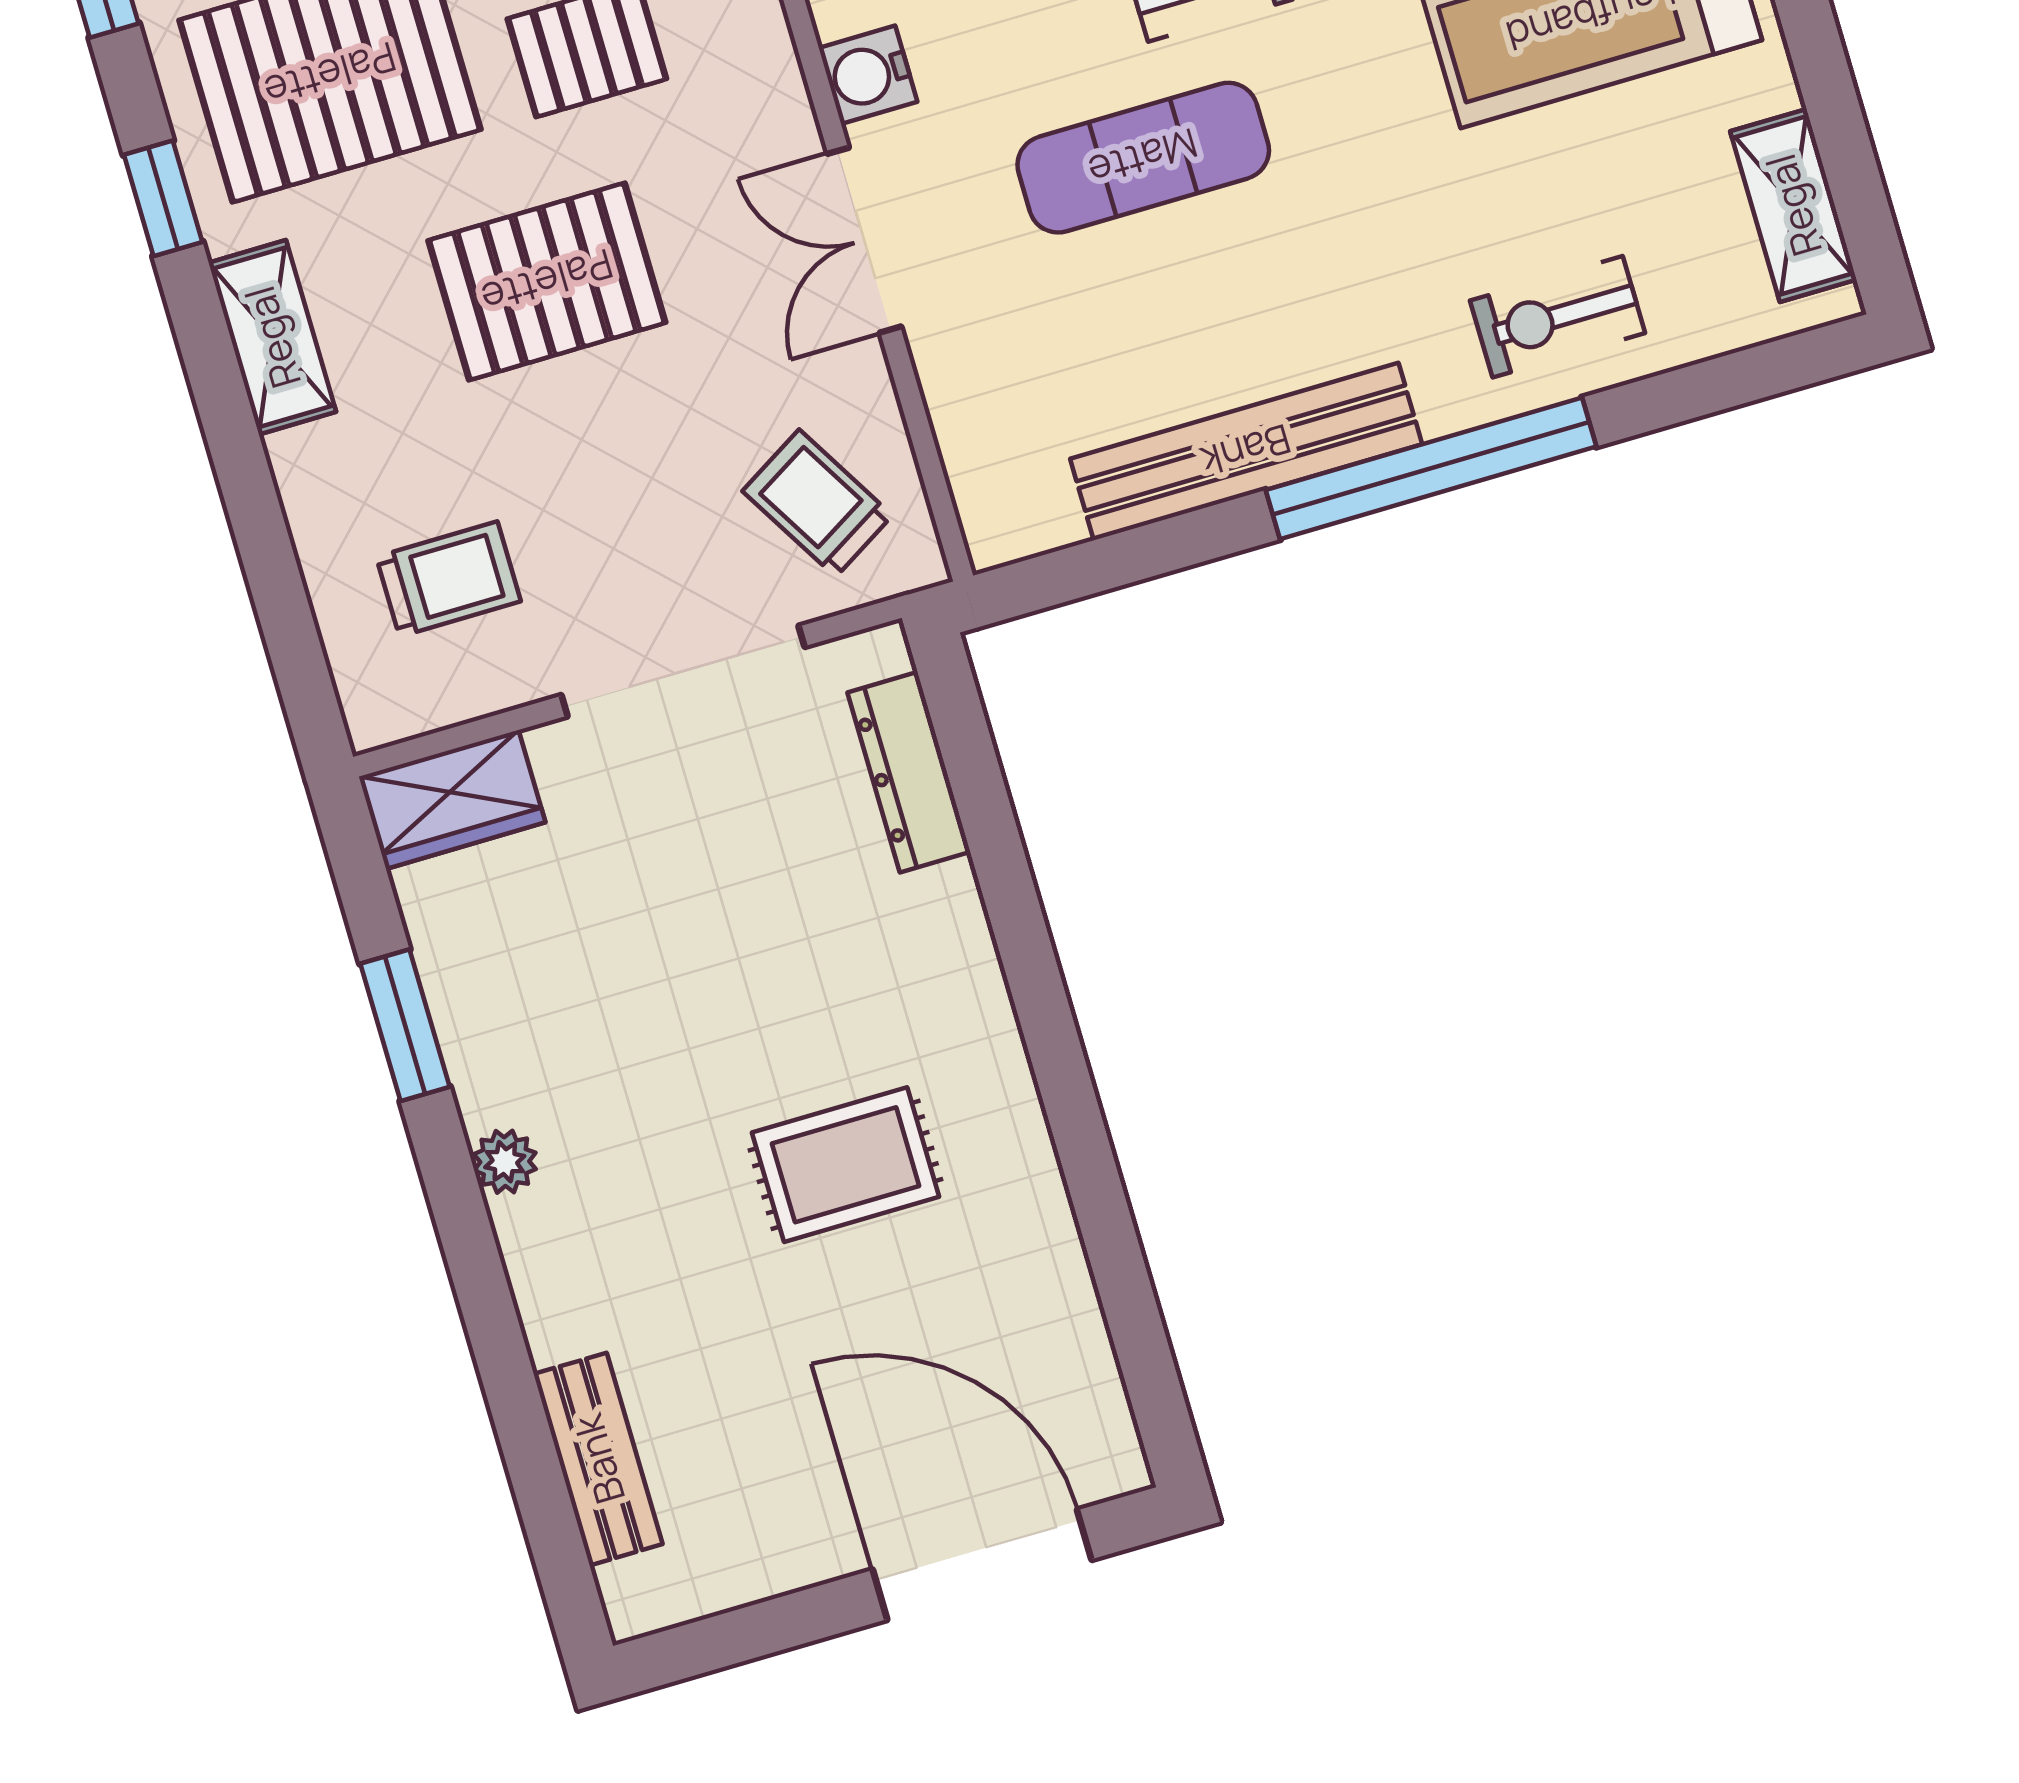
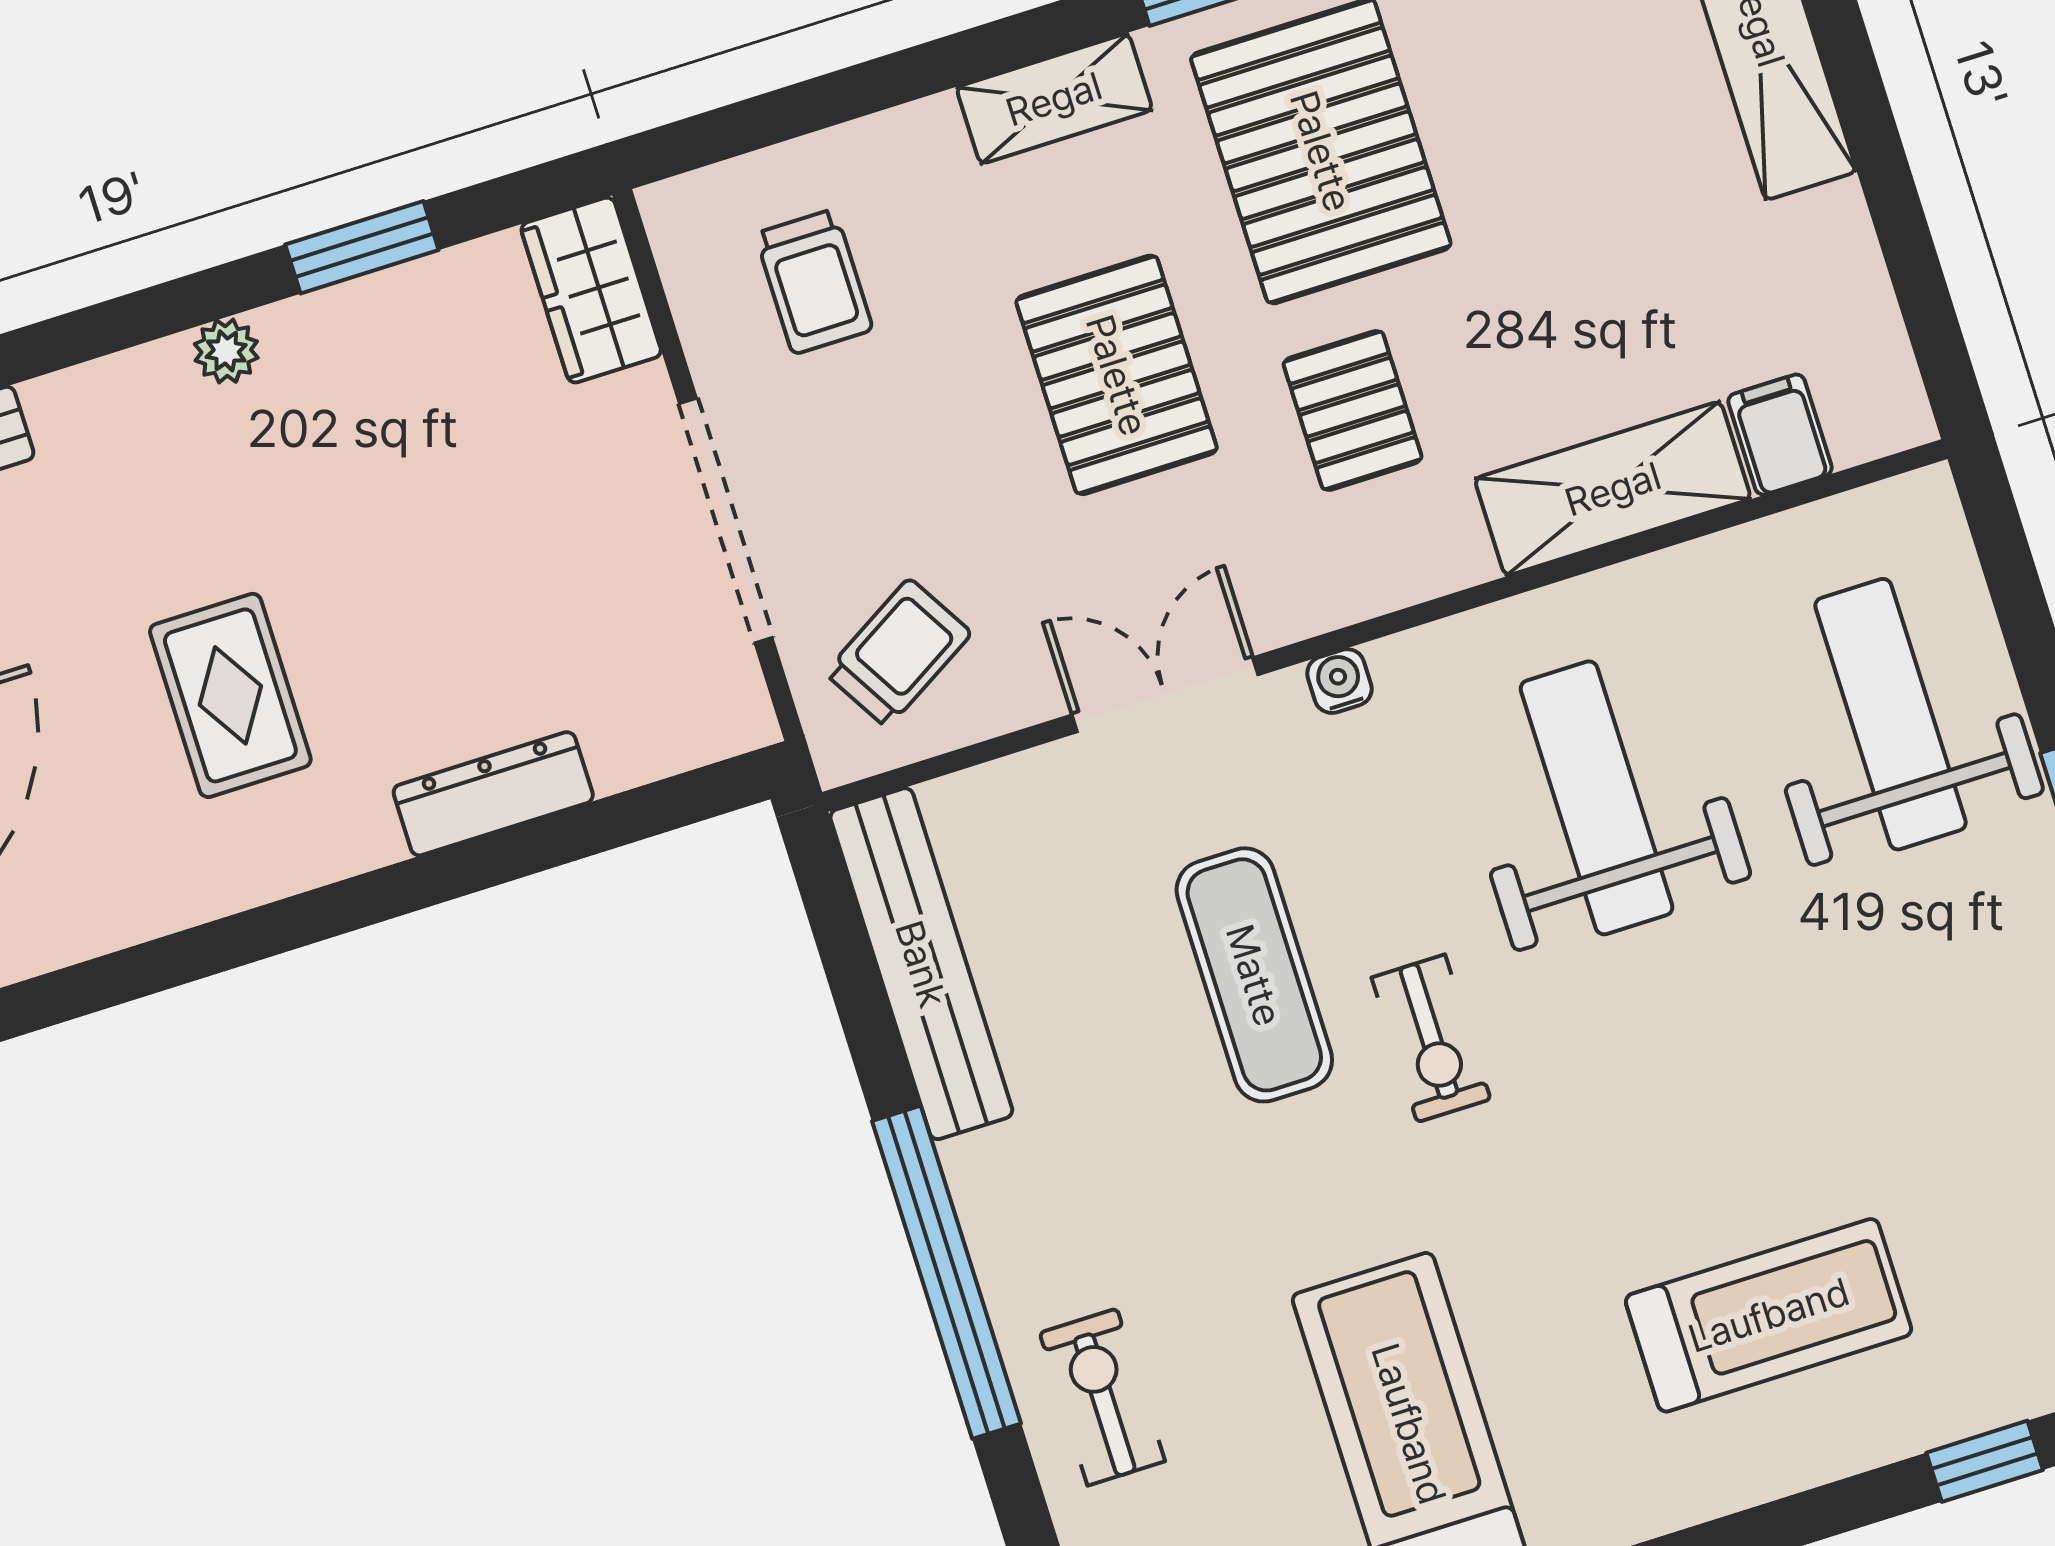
water cooler: (868, 75) -> (1339, 681), width x0.72, depth x0.72
bench: (1246, 451) -> (921, 964), moved
dresser: (909, 772) -> (493, 794), moved

